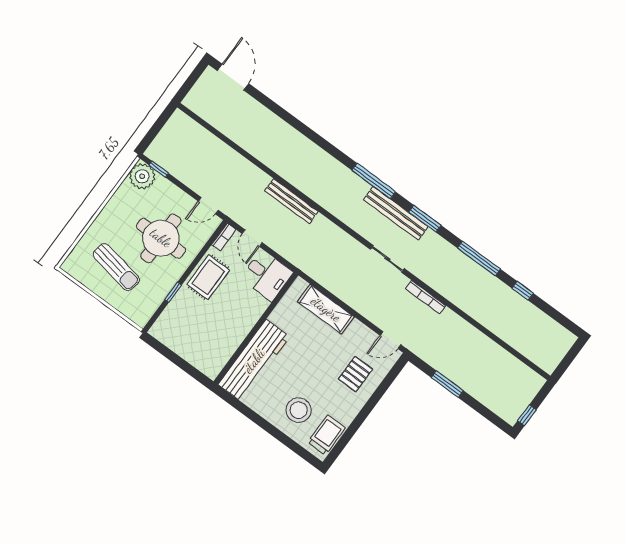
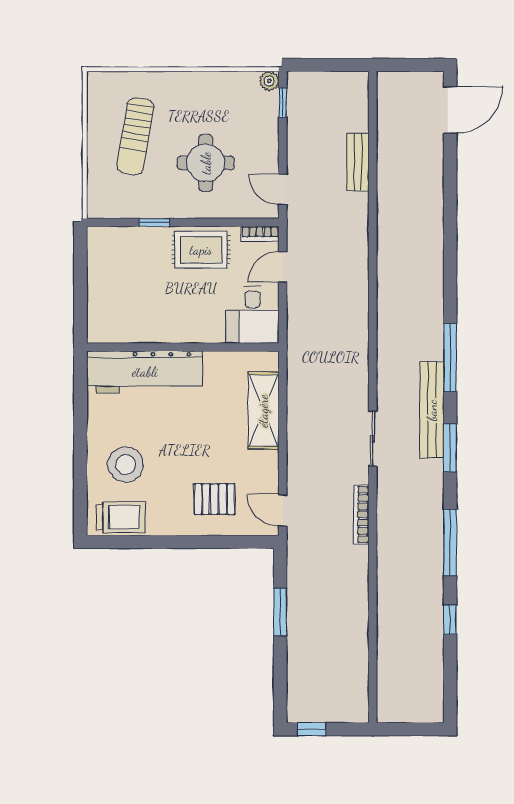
plant: (142, 176) -> (269, 81), width x0.53, depth x0.53
bench: (291, 201) -> (358, 162), moved, width x0.73
round table: (161, 238) -> (206, 163), width x0.73, depth x0.73

